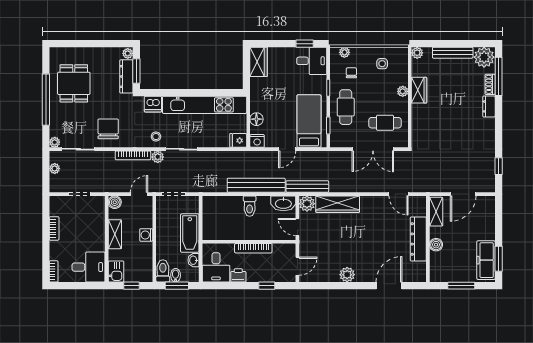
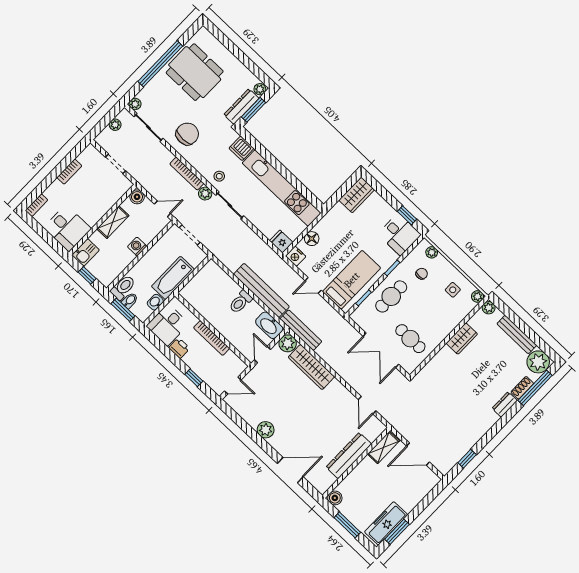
dining table: (74, 83) -> (195, 72), width x1.38
plant: (403, 91) -> (478, 296), moved
boiler: (436, 245) -> (335, 498), moved

